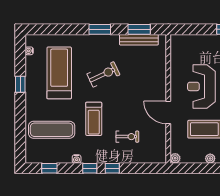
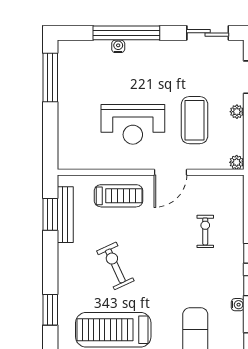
window: (100, 29) -> (50, 310), moved
treadmill: (94, 119) -> (119, 196), moved

